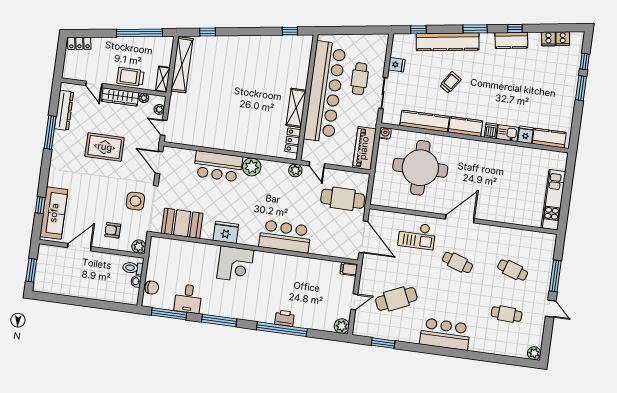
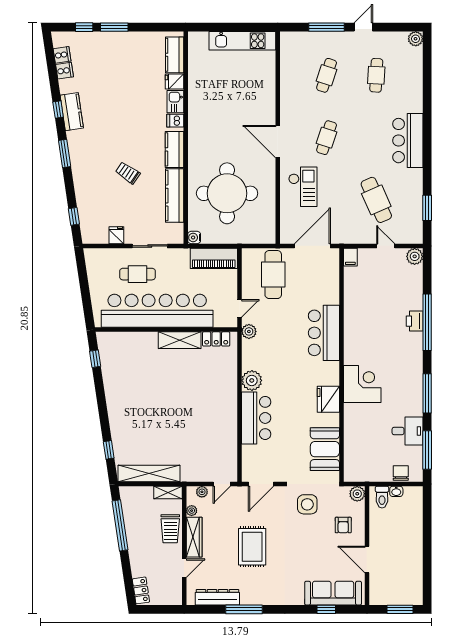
kitchen counter: (448, 42) -> (83, 182), removed

